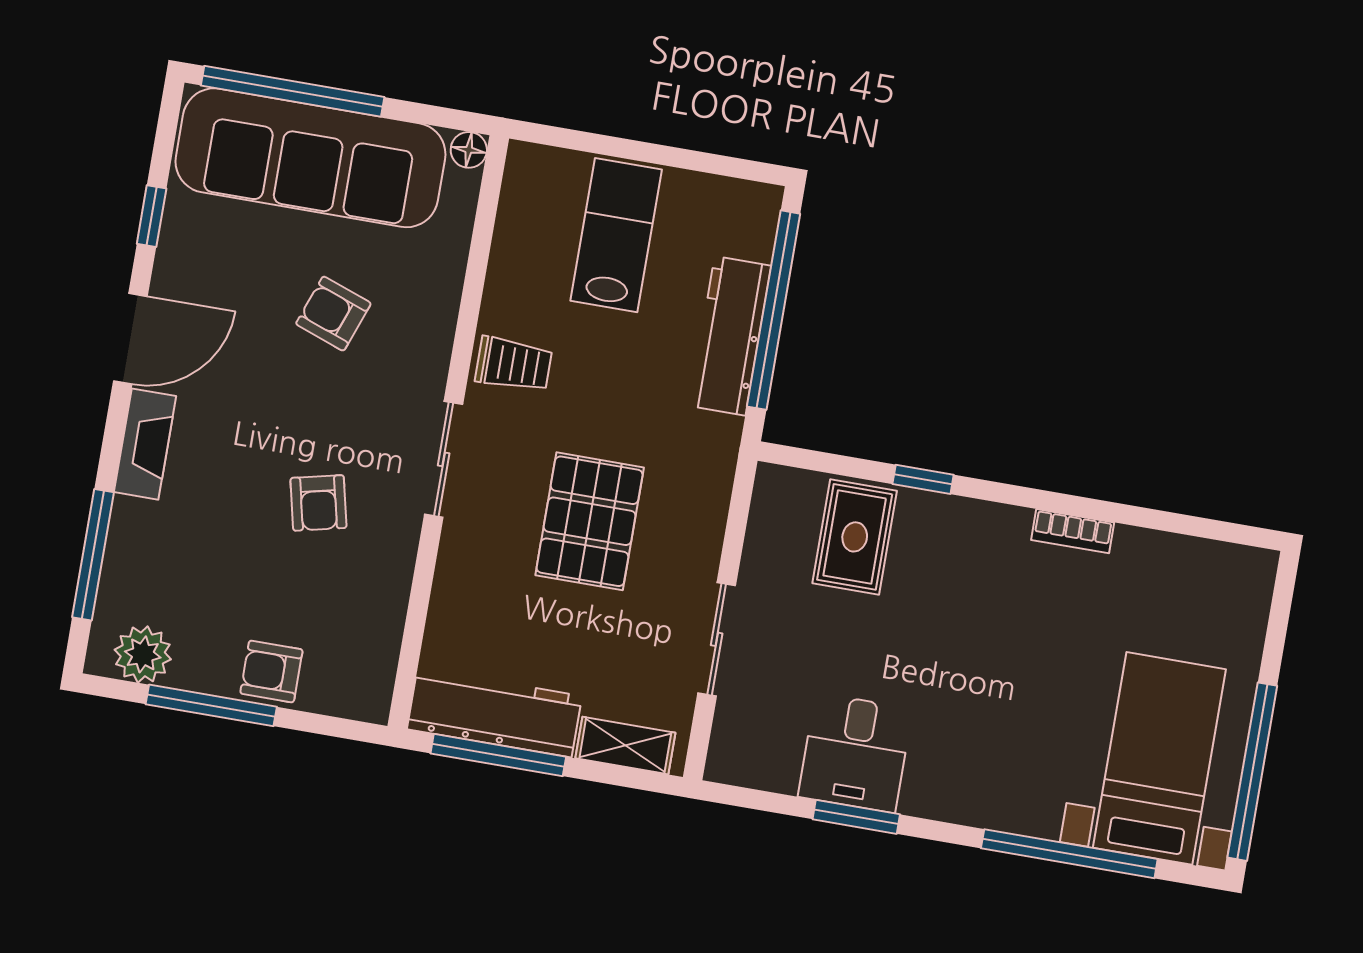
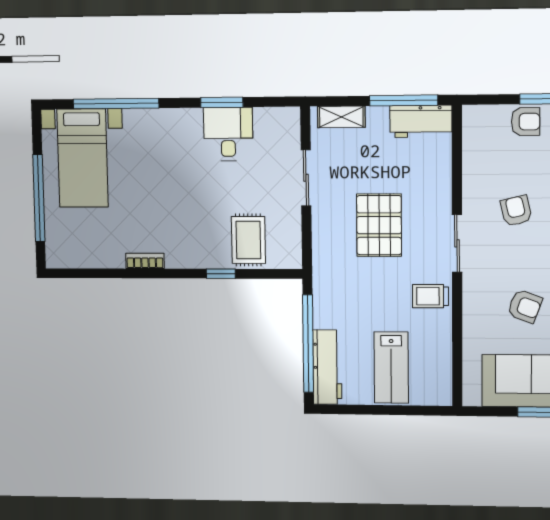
floor lamp: (469, 150) -> (471, 397), removed
workbench: (730, 336) -> (327, 367), moved
workbench: (495, 713) -> (421, 121), width x0.73
window: (1252, 772) -> (39, 198), moved

